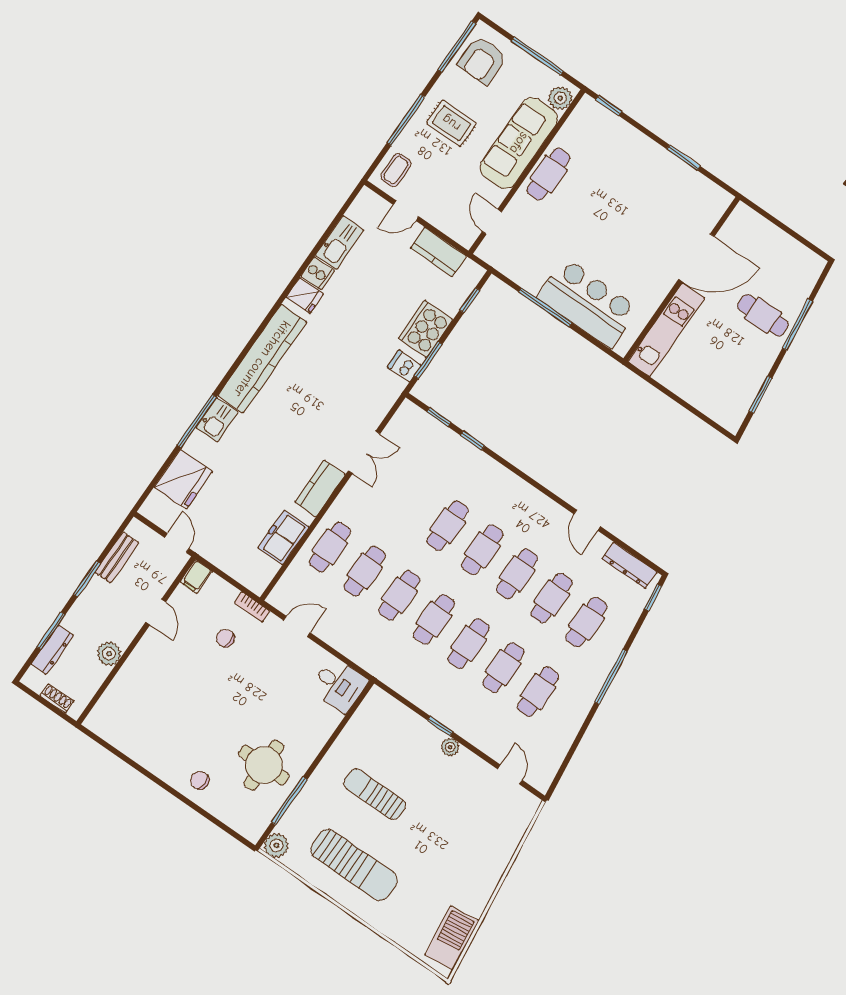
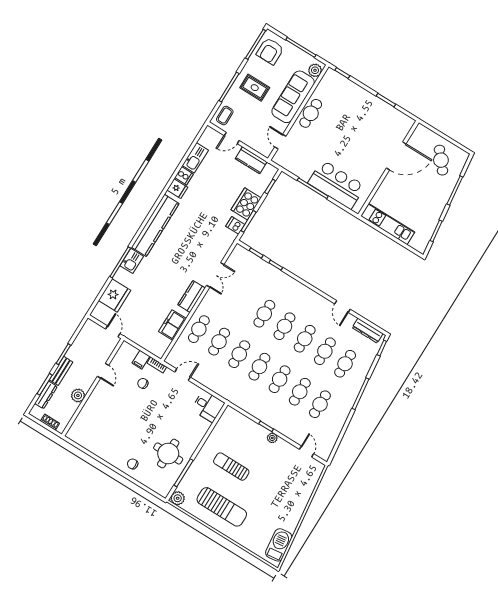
cafe table: (763, 315) -> (441, 160), moved, turned 50
kitchen unit: (666, 330) -> (388, 224), moved, turned -90
bench: (117, 557) -> (61, 371), moved
filing cabinet: (196, 577) -> (141, 360), moved

